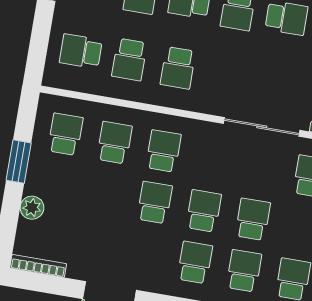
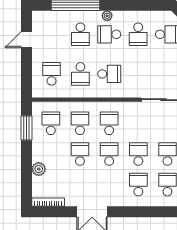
school desk: (81, 51) -> (52, 74), turned 90
school desk: (178, 68) -> (109, 74), turned -90
window: (19, 162) -> (27, 128), moved
school desk: (106, 194) -> (80, 154), added

